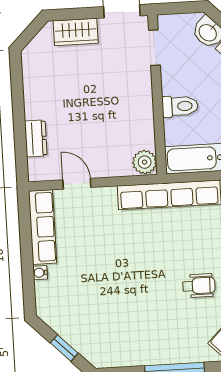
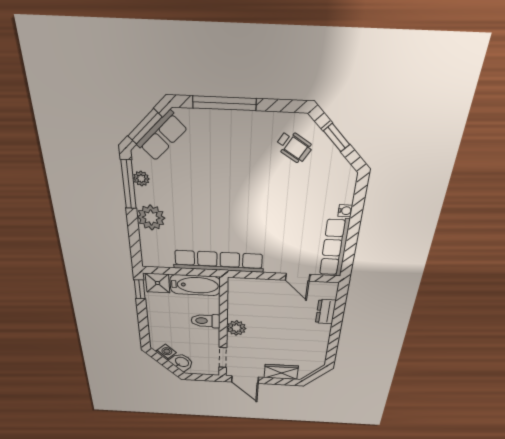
plant: (145, 162) -> (236, 328), moved
wheelchair: (199, 286) -> (294, 147), moved, turned -148

